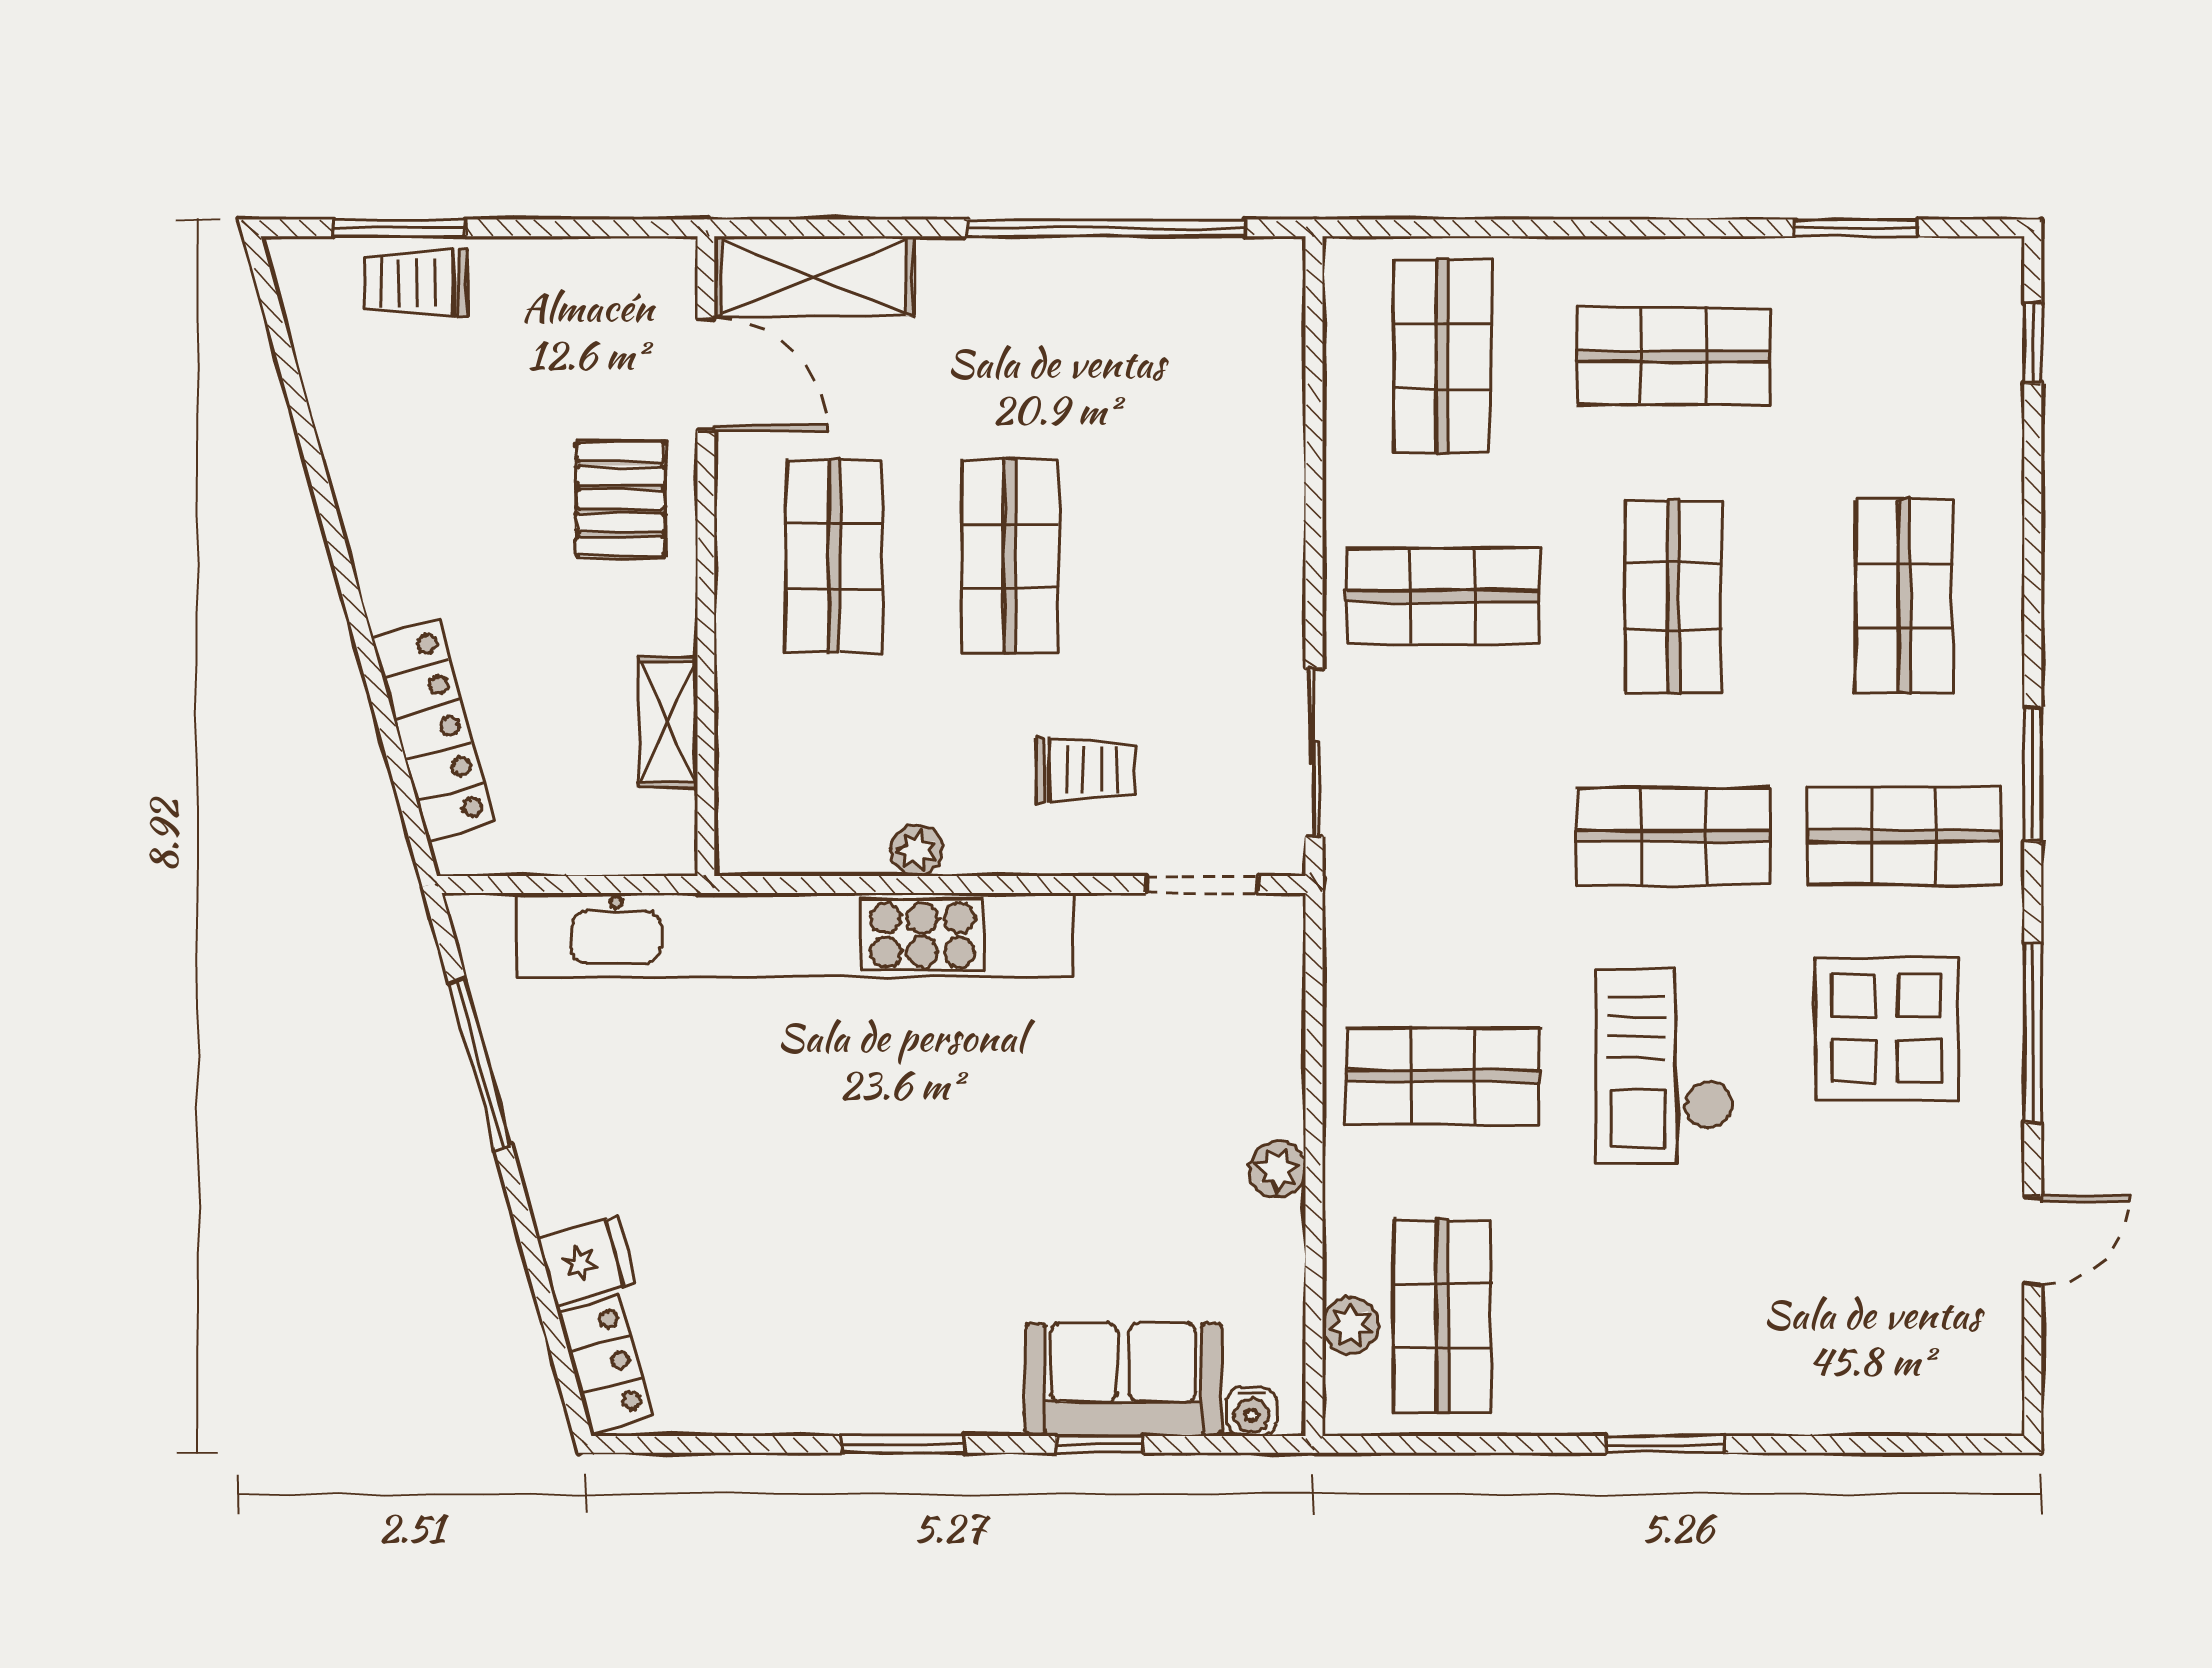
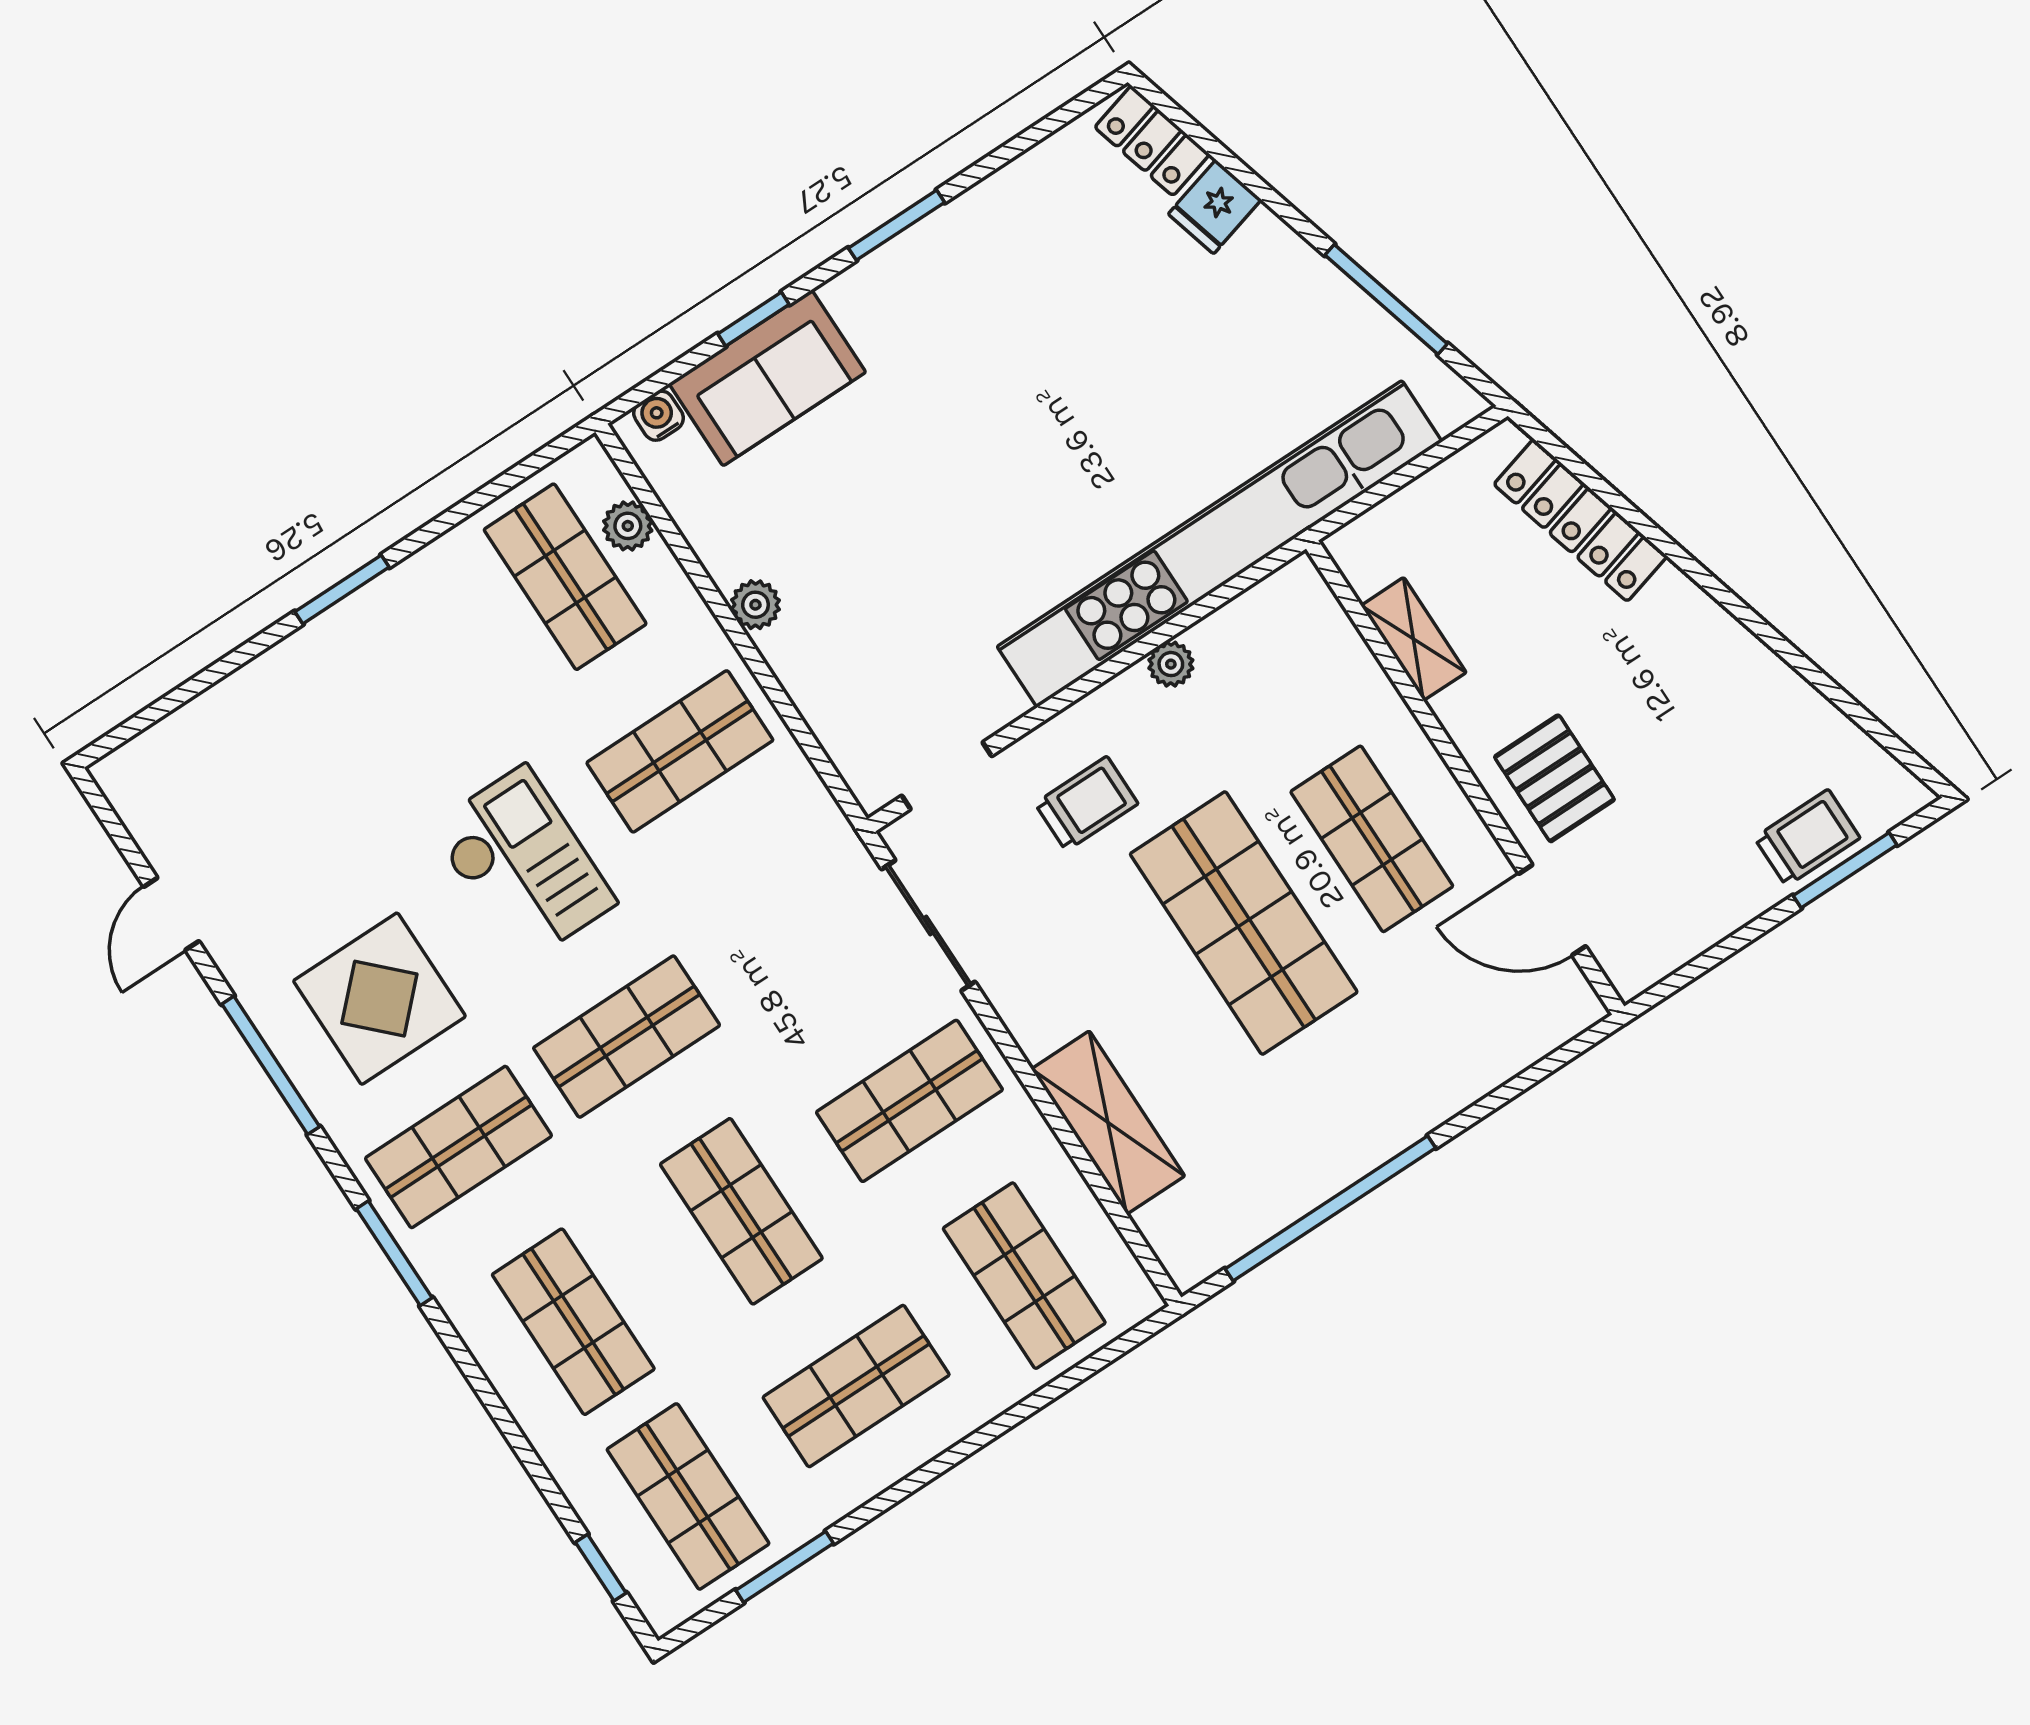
shelving: (814, 276) -> (1108, 1122), moved, turned 90
shop shelf: (1904, 356) -> (688, 1496), added
shop shelf: (1010, 556) -> (1244, 923), width x1.43, depth x1.36
trolley: (1085, 770) -> (1086, 804), turned 180

